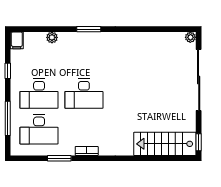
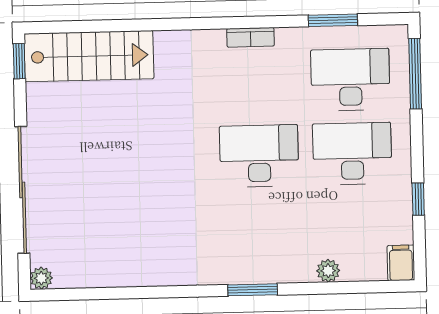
window: (8, 118) -> (415, 74), moved
window: (59, 158) -> (333, 20), moved

